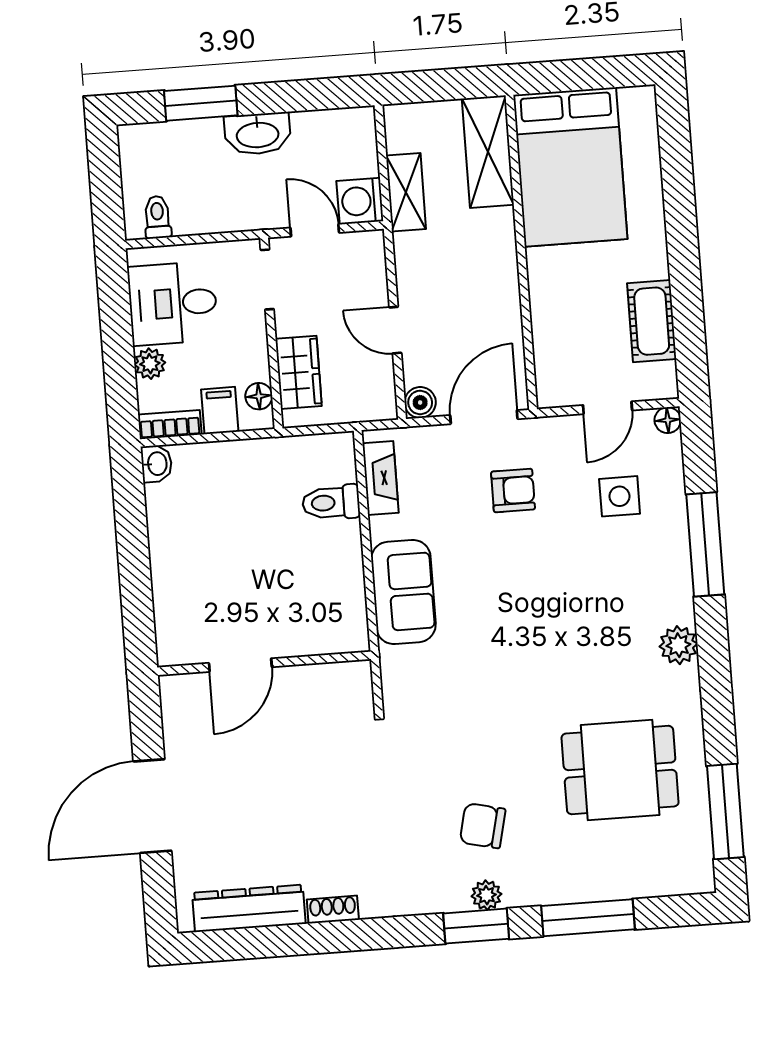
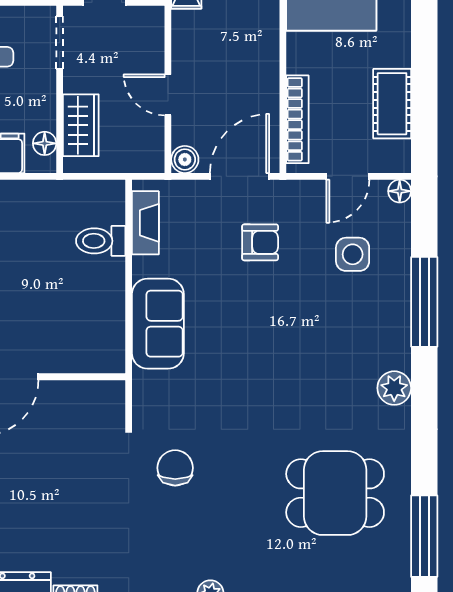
bookcase: (545, 347) -> (297, 119), added
chair: (483, 826) -> (175, 468), moved, turned 77

